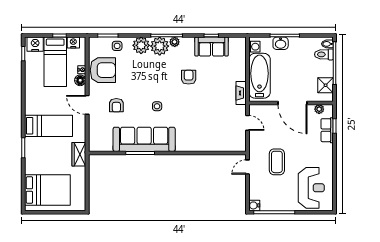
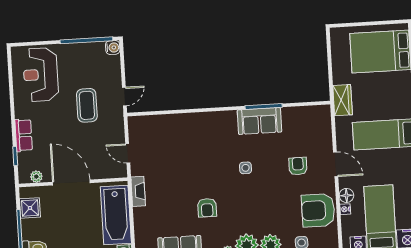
row of seats: (327, 130) -> (24, 135), moved
sofa: (144, 139) -> (259, 121), width x0.54, depth x0.79

